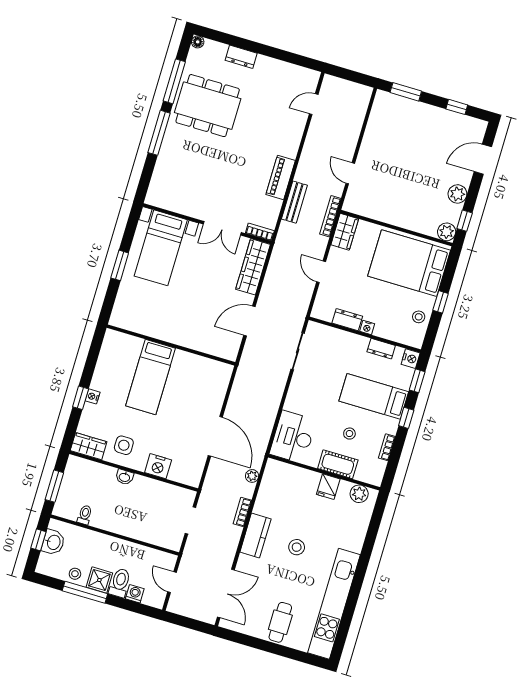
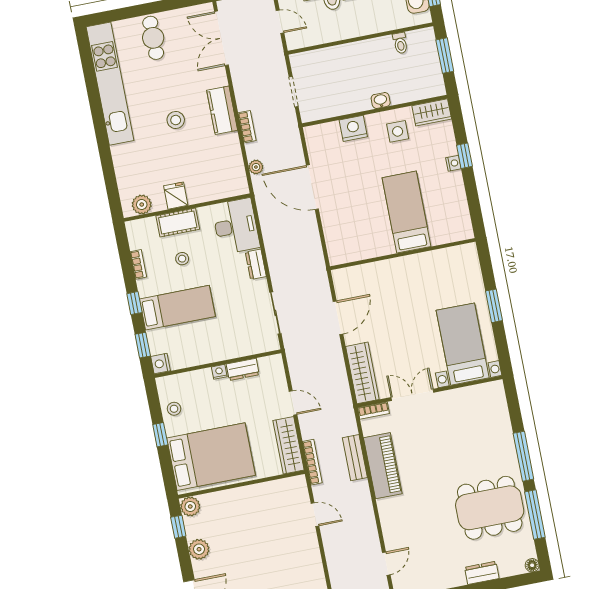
piano: (281, 178) -> (383, 466), width x1.37, depth x1.33
wardrobe: (345, 232) -> (289, 445), width x1.50
dresser: (381, 349) -> (256, 264), moved, turned -90

